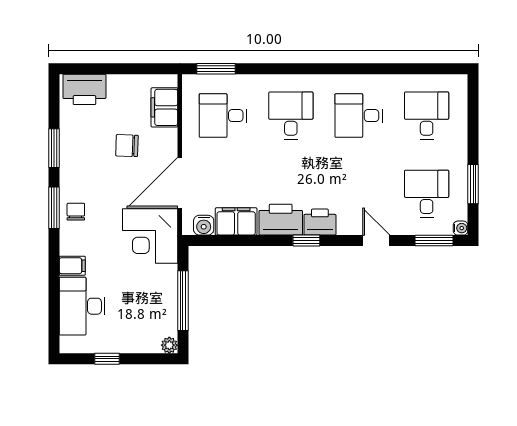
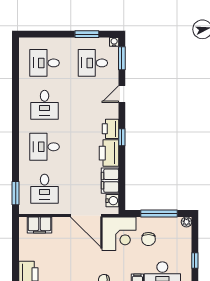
chair: (127, 146) -> (149, 239), moved

